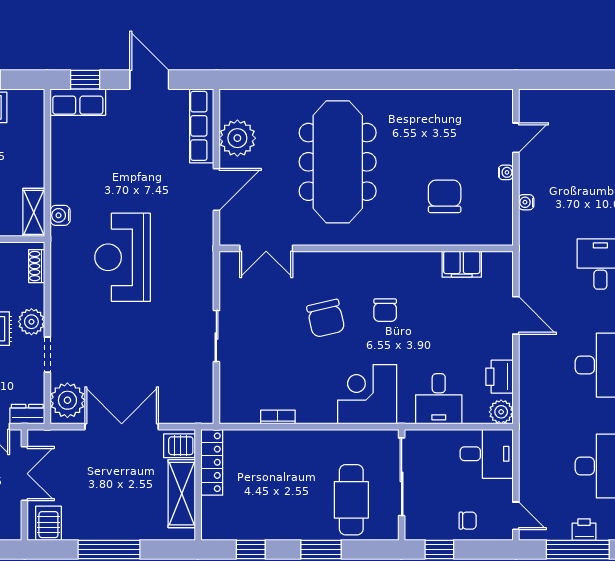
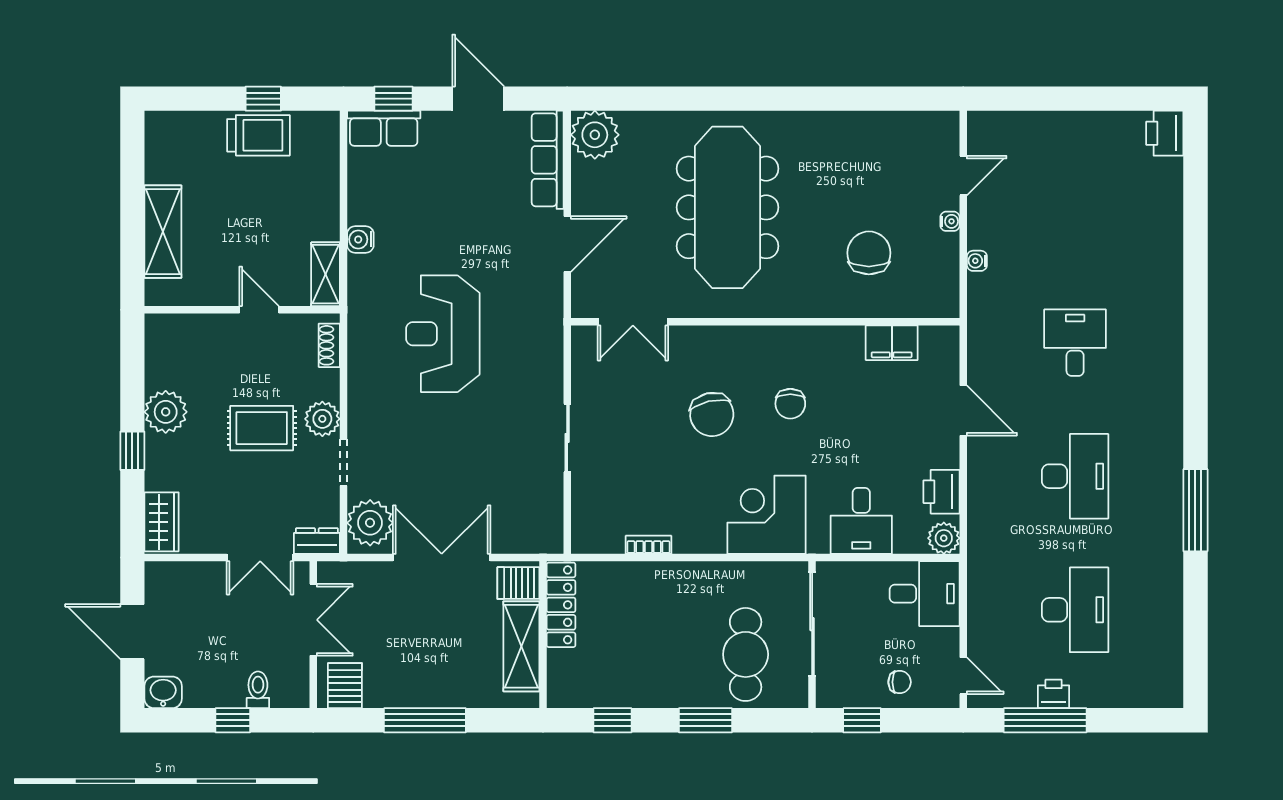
plant: (237, 138) -> (595, 135), moved
water cooler: (60, 215) -> (360, 239), moved

